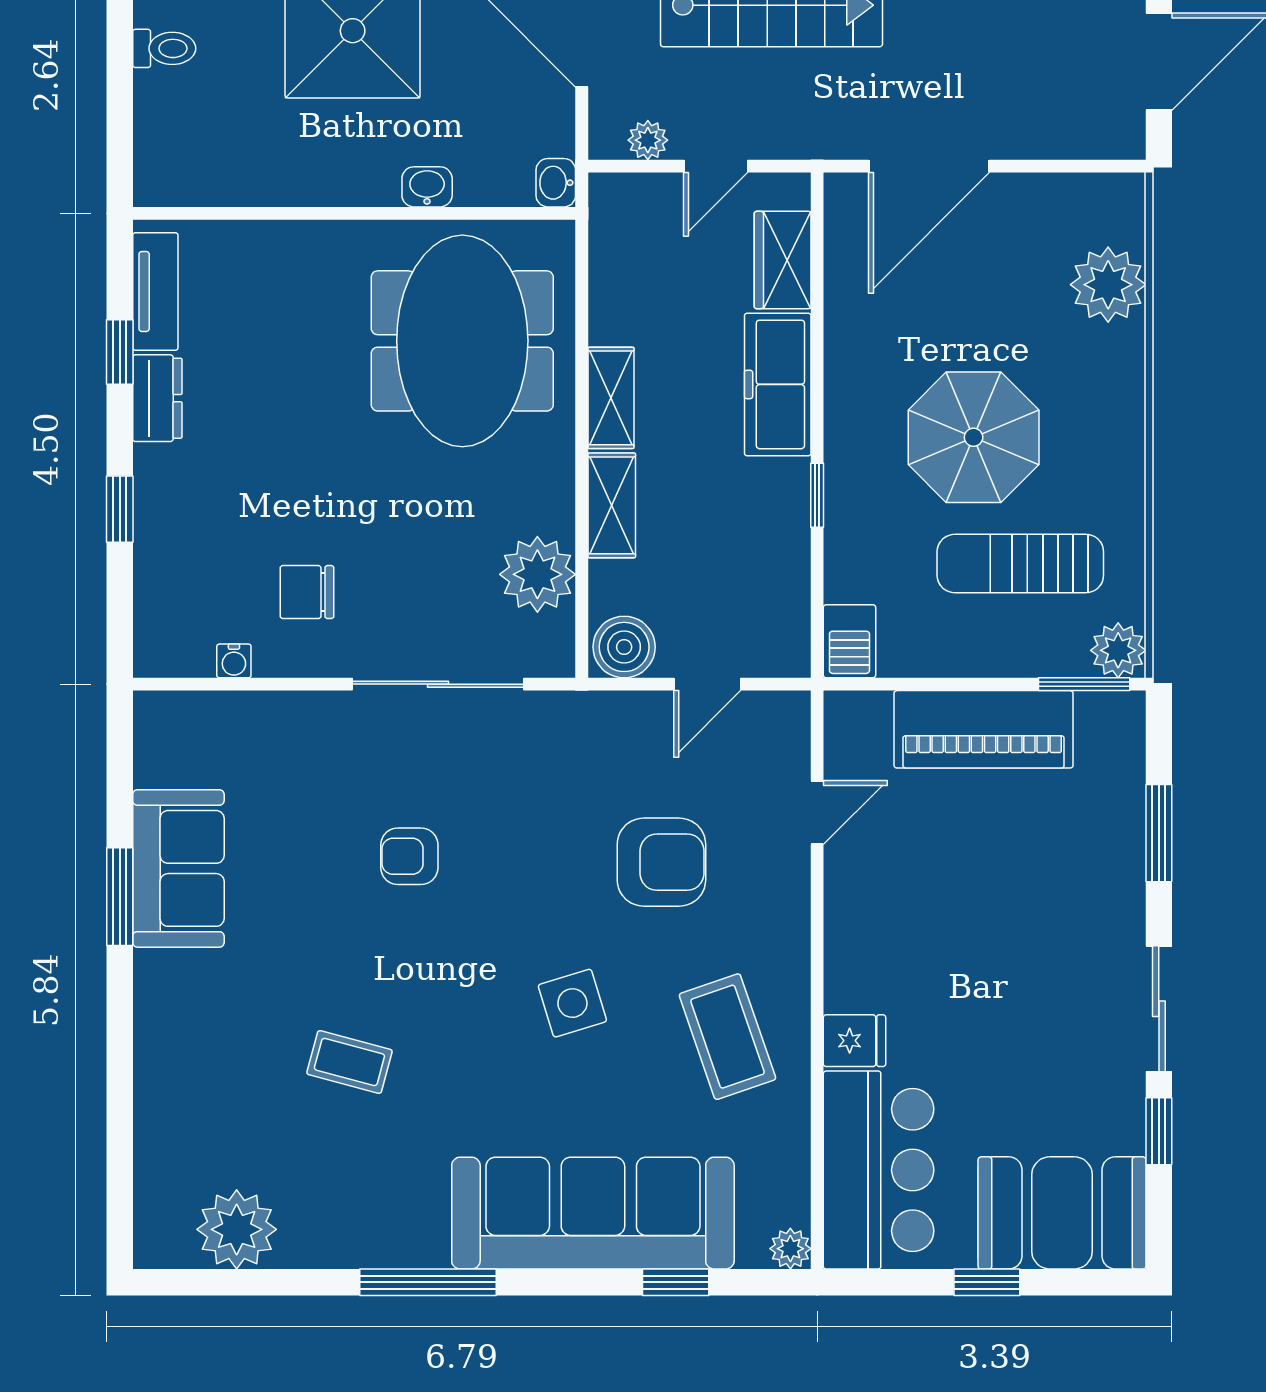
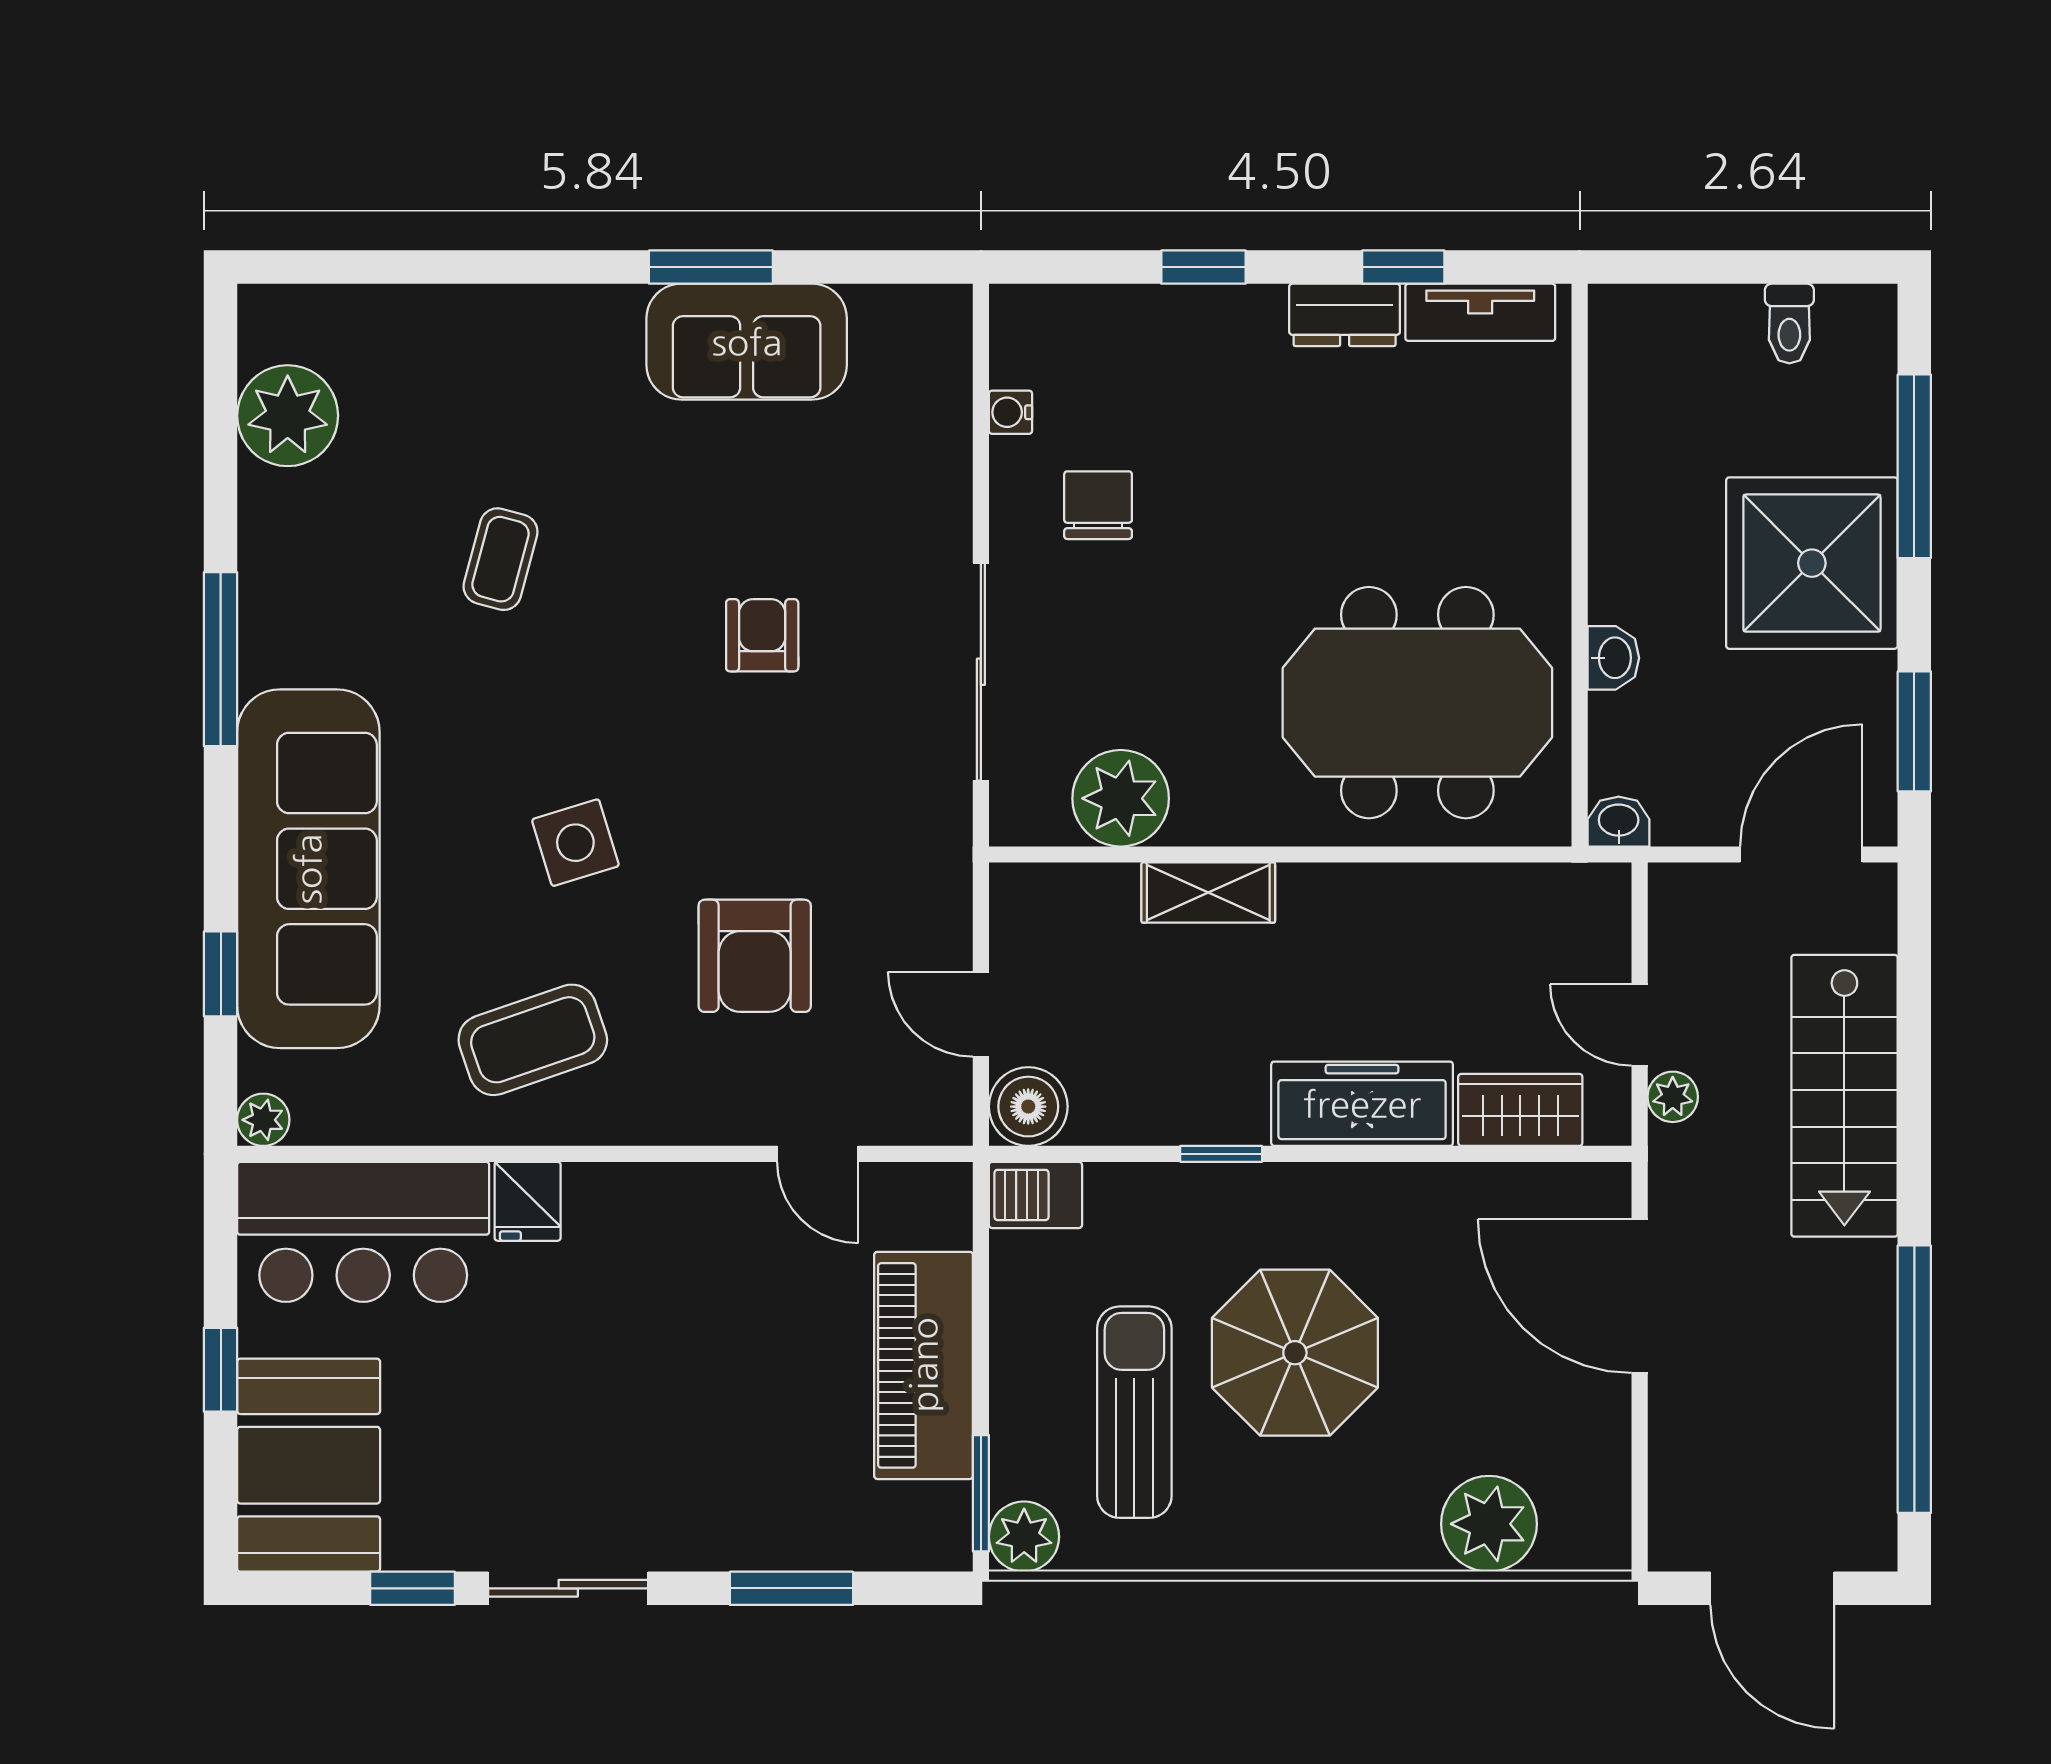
plant: (648, 140) -> (1673, 1097), moved
shelving: (611, 398) -> (1345, 892), removed
boiler: (624, 647) -> (1028, 1107), moved

